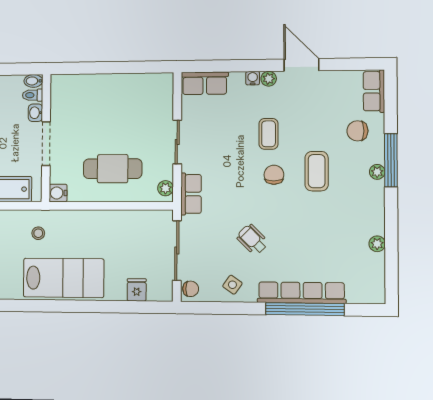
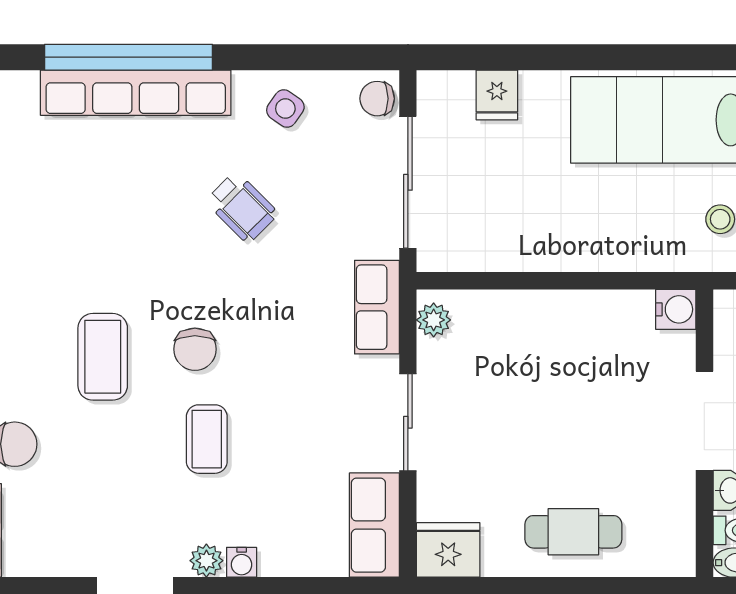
row of seats: (205, 83) -> (374, 525), moved, turned -90
fridge: (159, 85) -> (448, 550), added
cafe table: (113, 169) -> (573, 532), moved, width x0.73, depth x0.74

